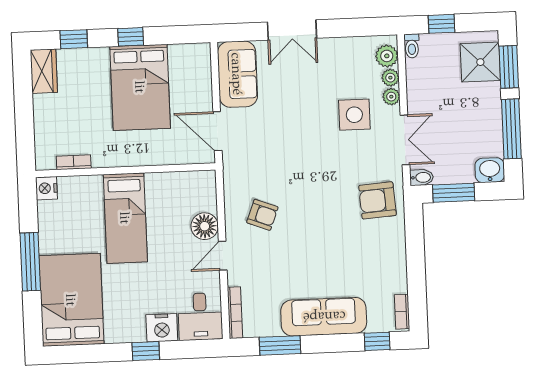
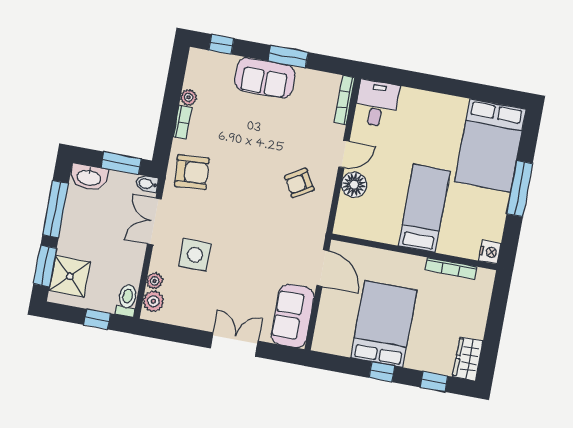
toilet: (412, 46) -> (127, 300), width x1.37, depth x1.39
plant: (391, 97) -> (189, 97), moved
bookcase: (74, 162) -> (451, 268), width x1.56
washbasin: (490, 170) -> (89, 177), width x1.38
armchair: (262, 215) -> (299, 183), turned -52
bookcase: (402, 312) -> (182, 122), moved
sofa: (324, 317) -> (265, 78), width x0.73
nightstand: (162, 328) -> (414, 101), removed
window: (280, 345) -> (288, 57), moved
window: (146, 351) -> (433, 84), removed

